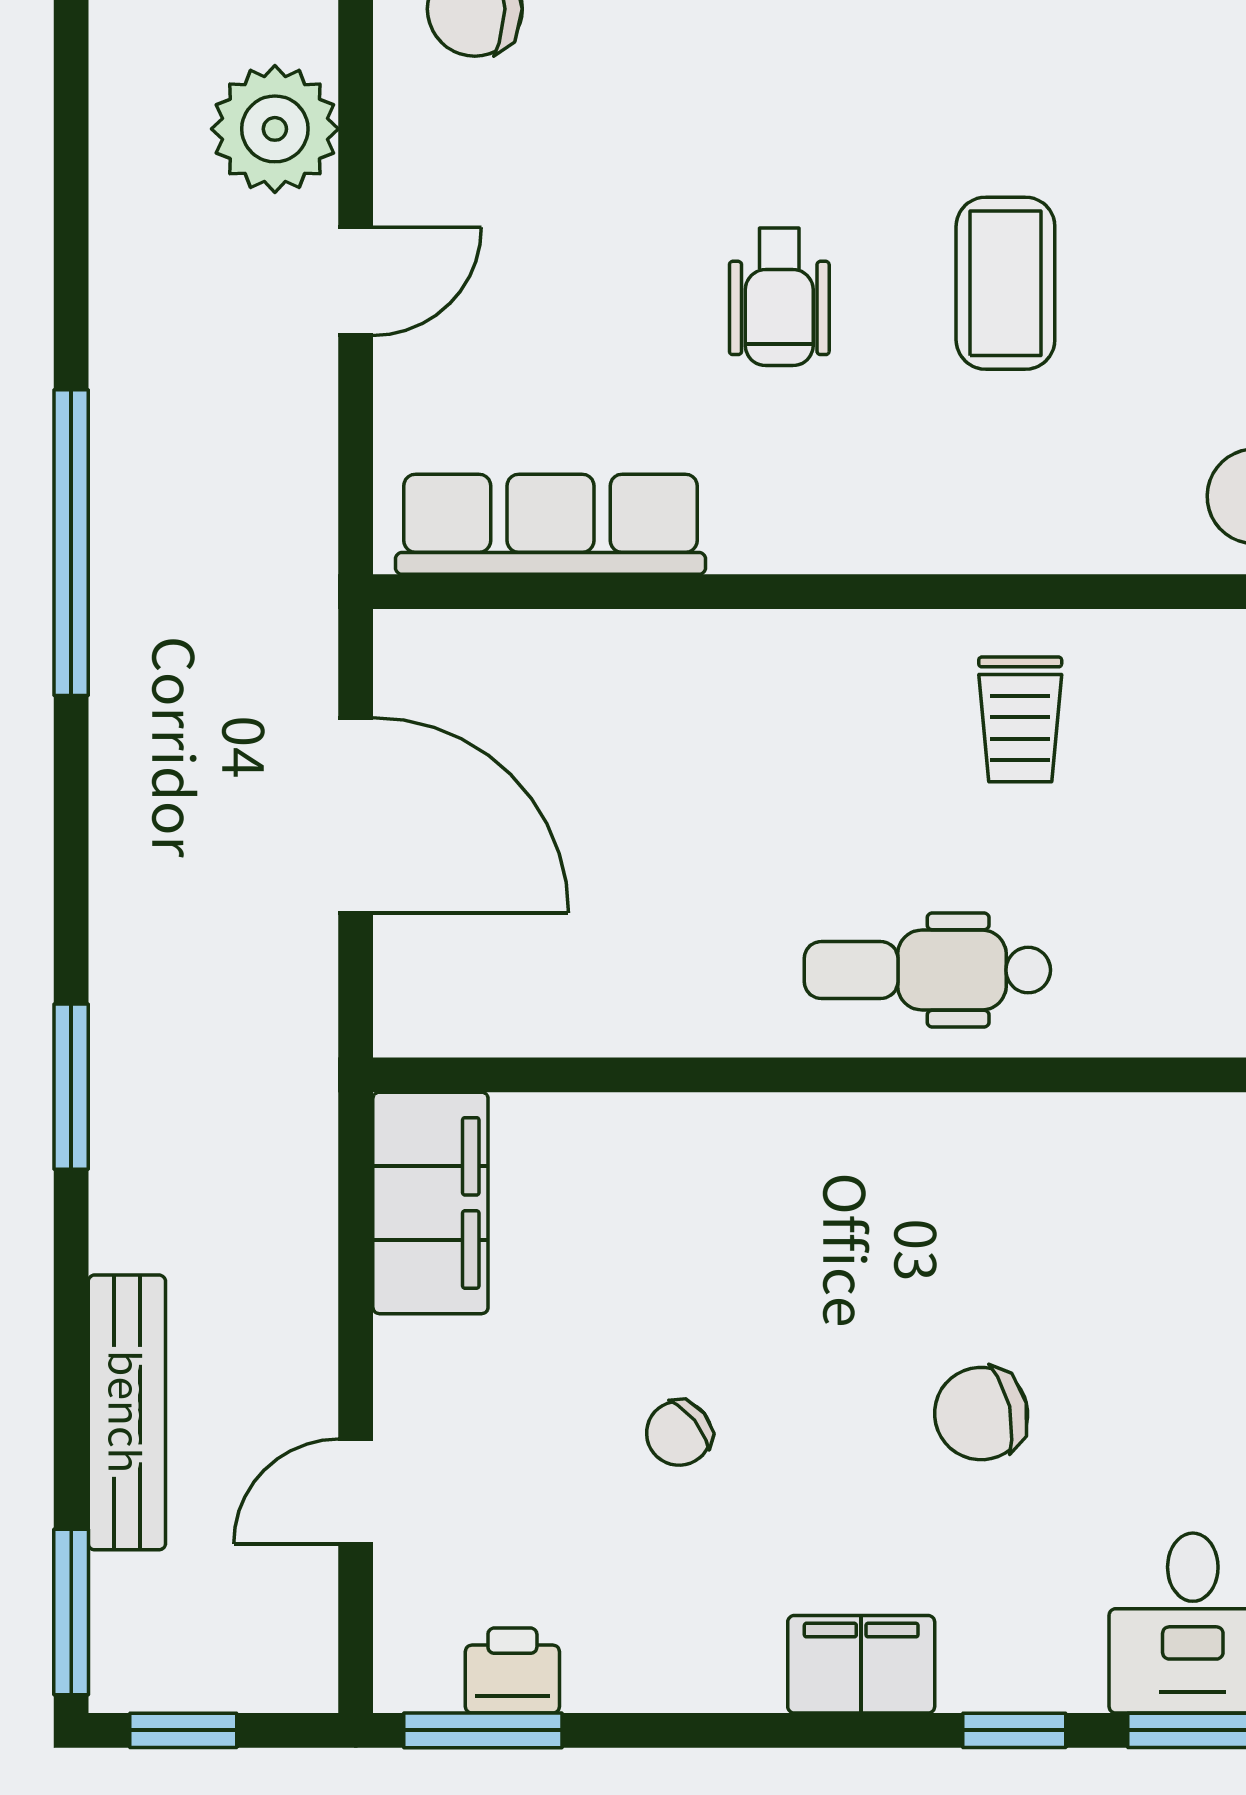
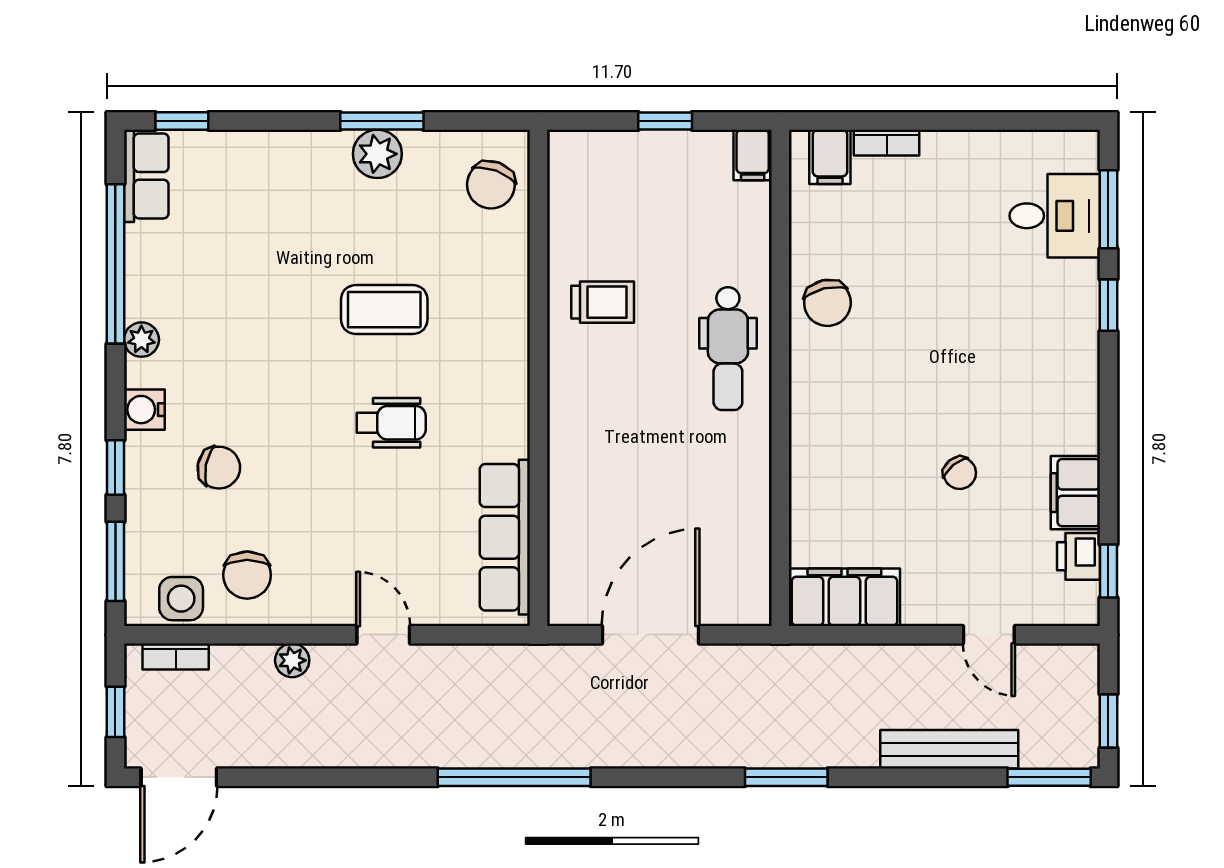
plant: (275, 129) -> (292, 660), width x0.53, depth x0.53
chair: (981, 1414) -> (827, 303), moved
filing cabinet: (861, 1664) -> (1075, 493), moved
window: (483, 1730) -> (1108, 571), width x0.67

